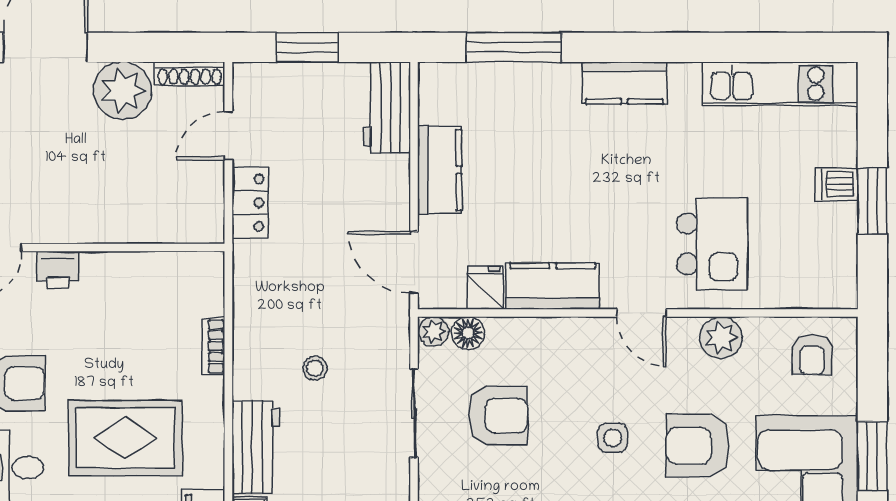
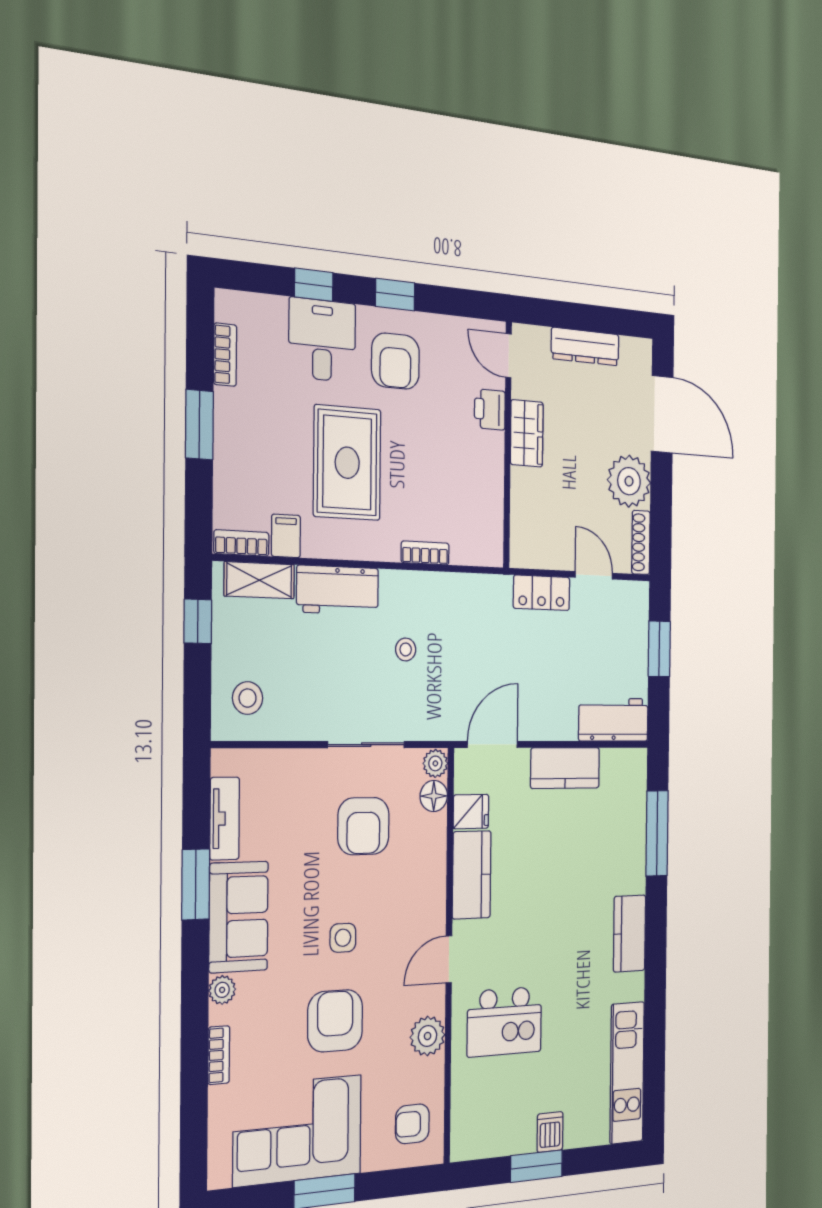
wardrobe: (80, 224) -> (527, 433), added

